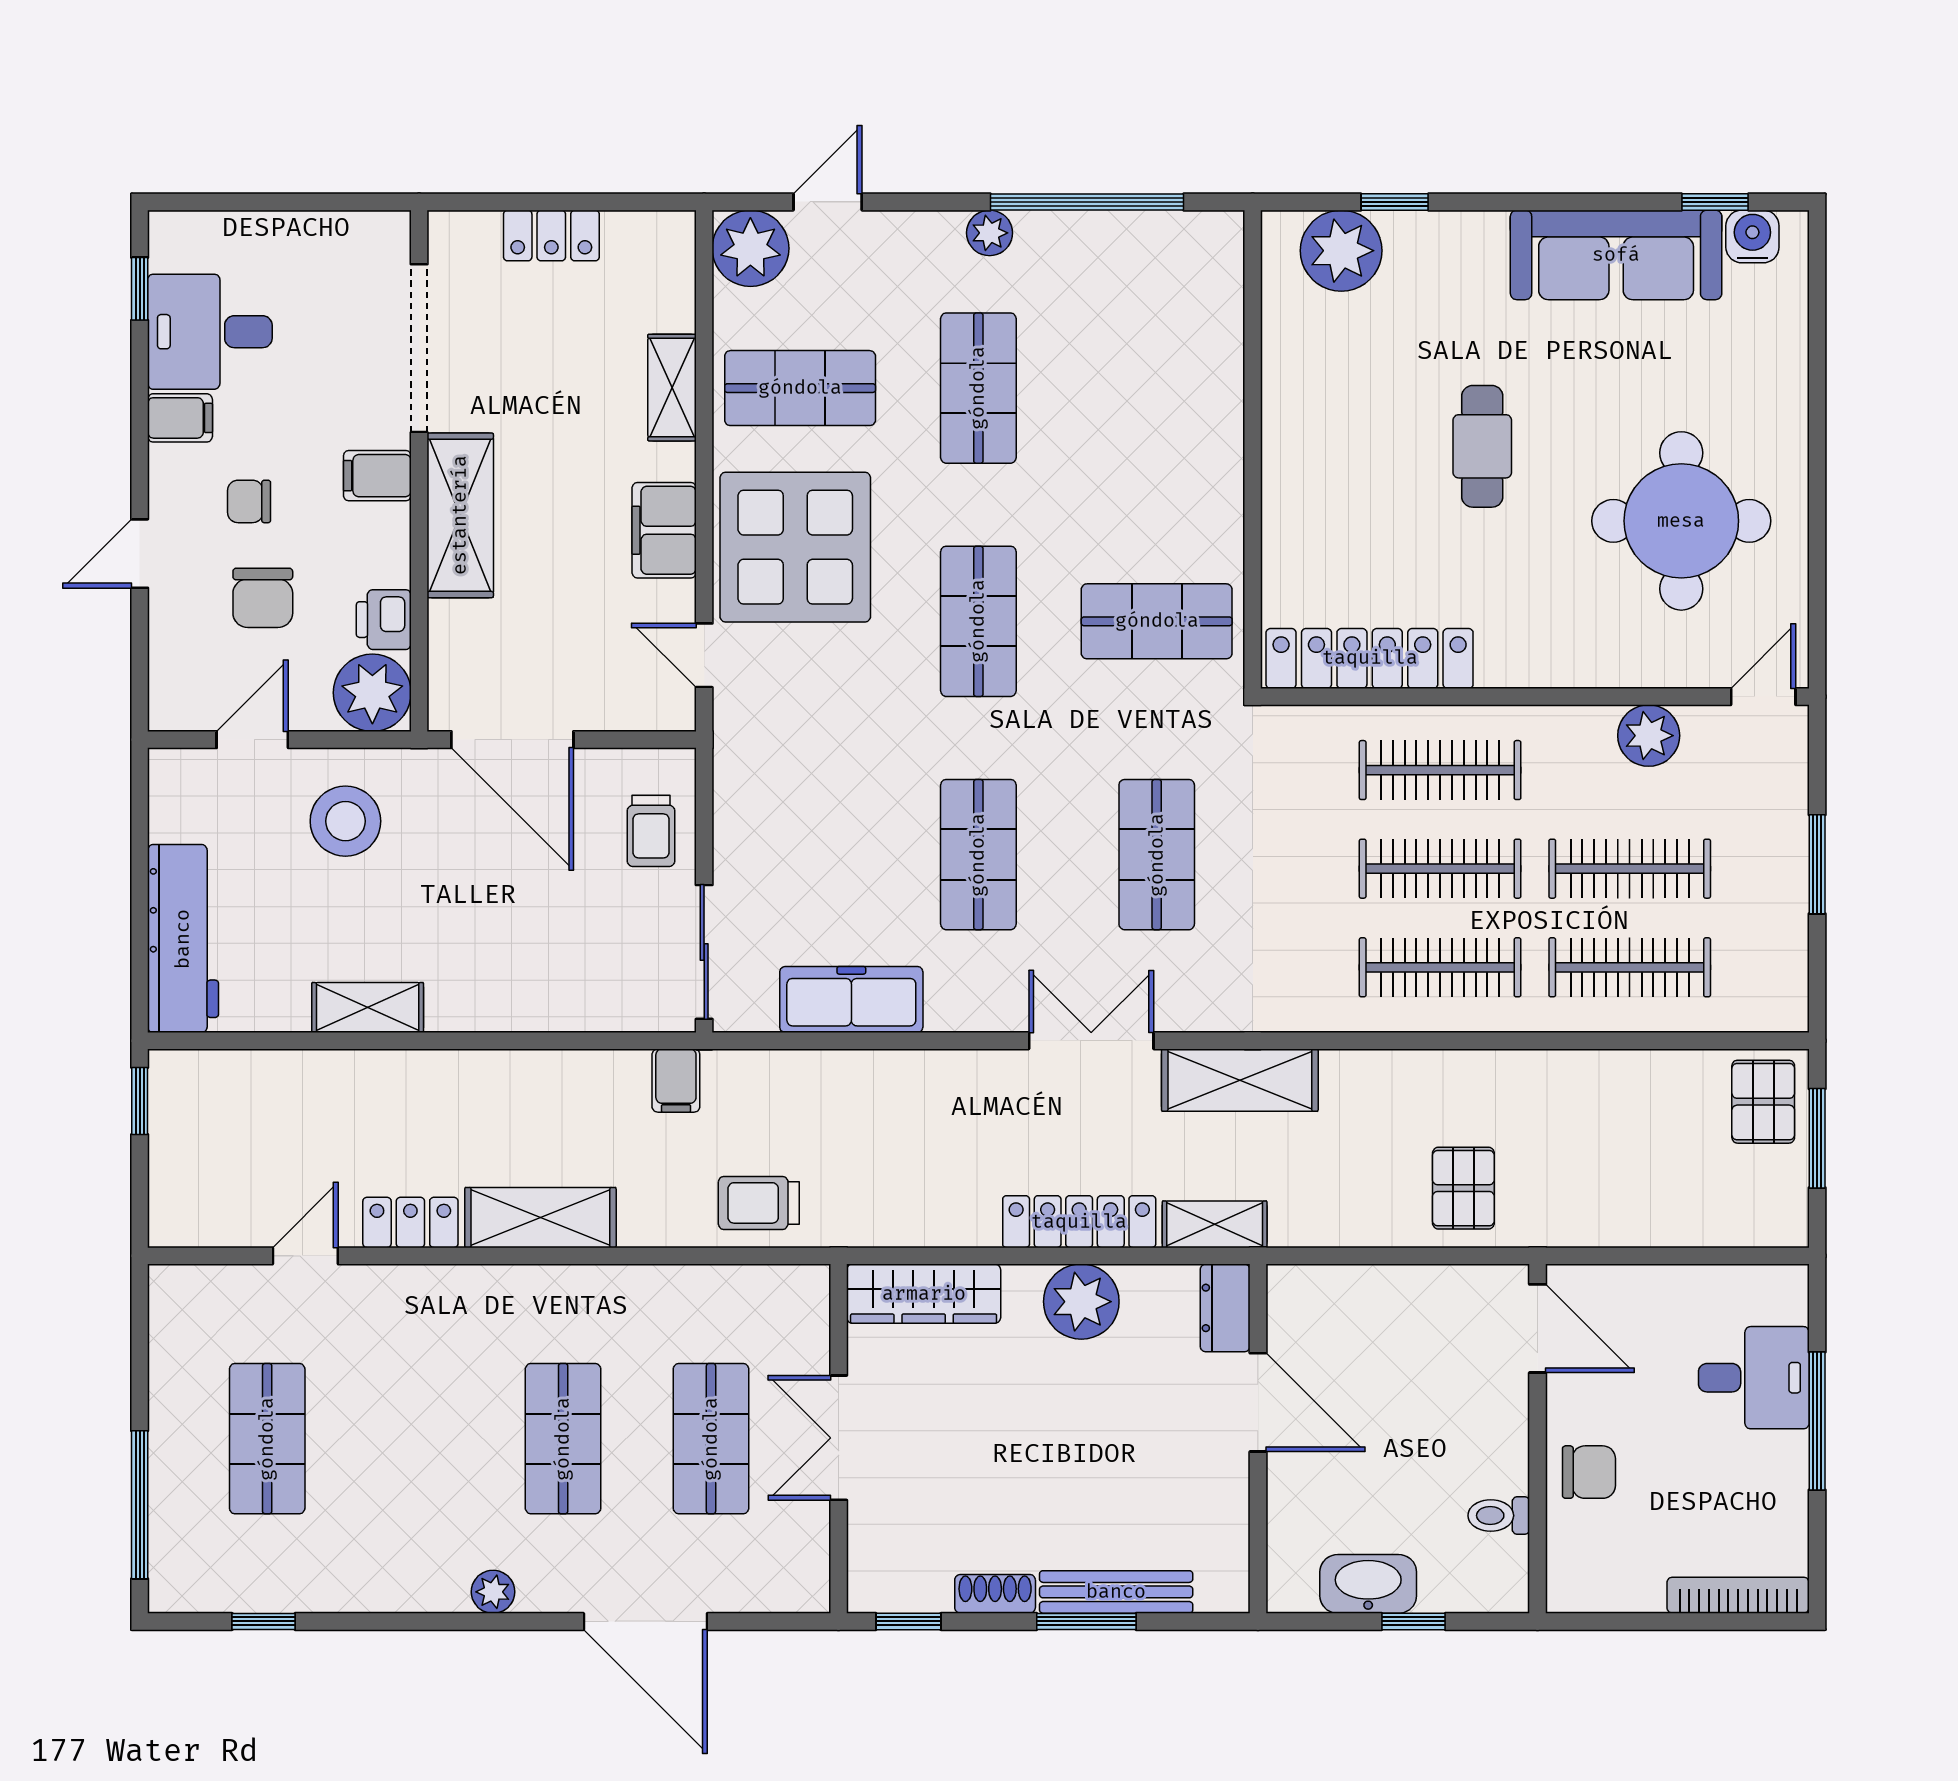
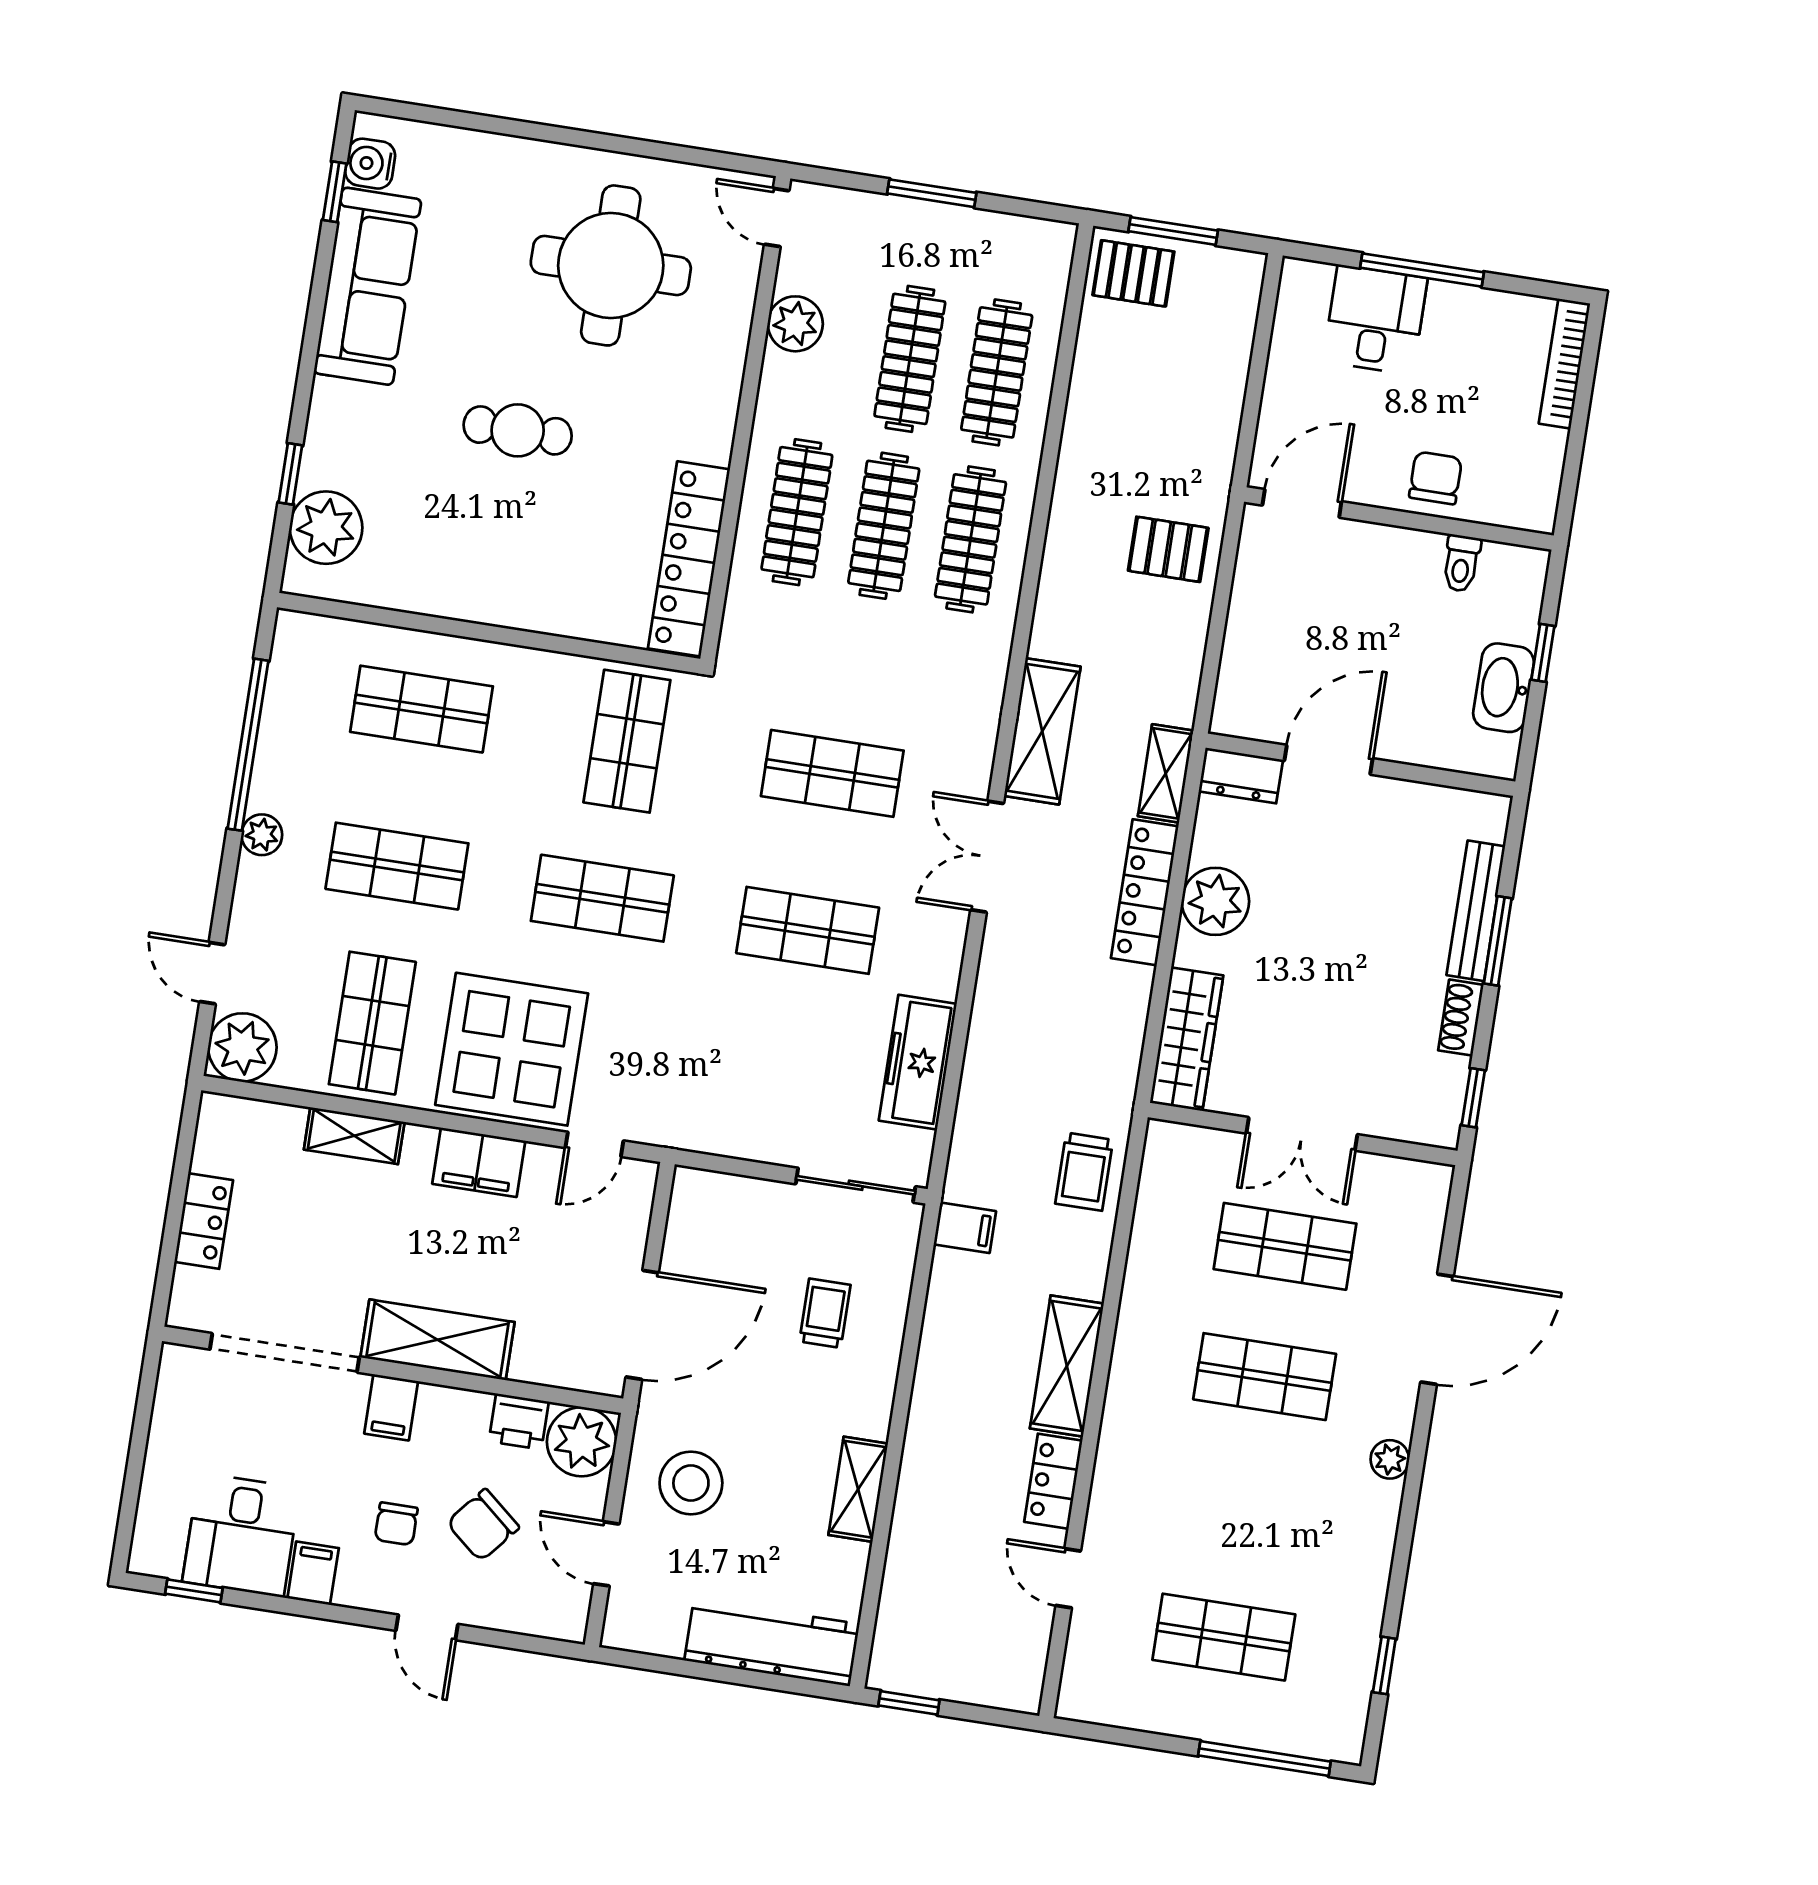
shop shelf: (1157, 388) -> (422, 709), added
chair: (263, 598) -> (483, 1525), turned 130
trolley: (651, 831) -> (825, 1313), moved, turned -90

